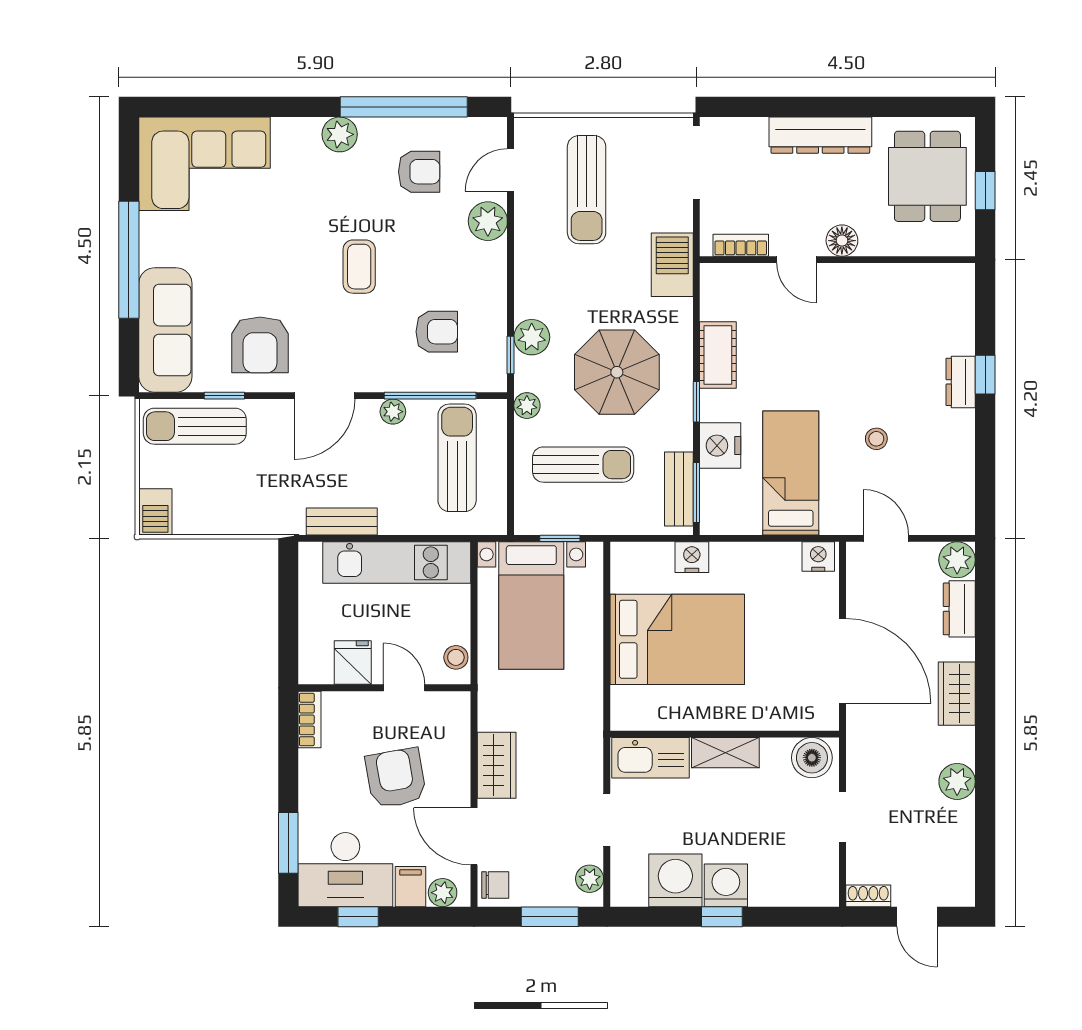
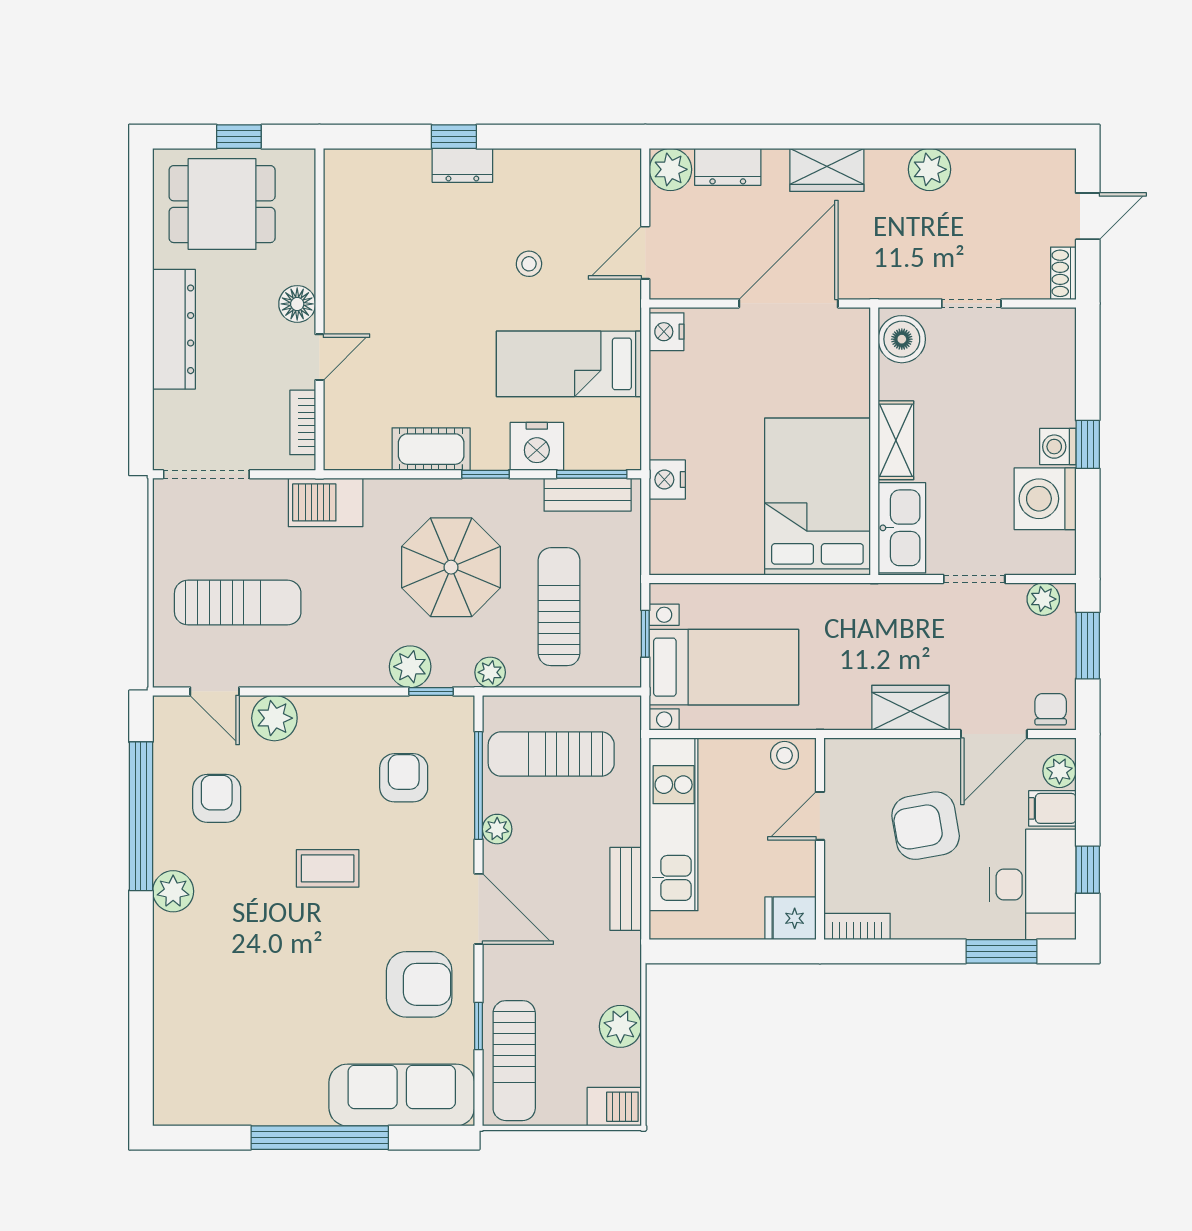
corner sofa: (205, 164) -> (207, 1049), removed
plant: (224, 517) -> (620, 1026), added
bed: (677, 639) -> (817, 497), moved
fridge: (353, 663) -> (790, 918), moved
washing machine: (726, 885) -> (1058, 447), width x0.73, depth x0.73

